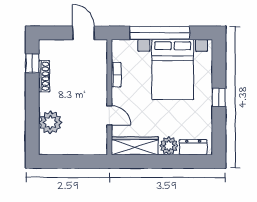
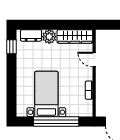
bed with nightstands: (173, 70) -> (46, 94), width x0.73
window: (219, 97) -> (12, 47), moved

